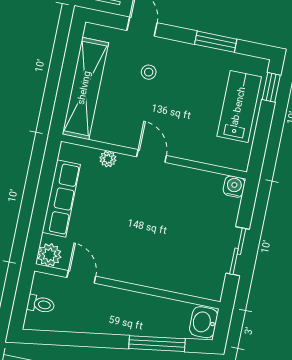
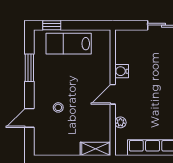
shelving: (85, 88) -> (96, 149), width x0.45, depth x0.75
water cooler: (234, 187) -> (122, 71), moved

